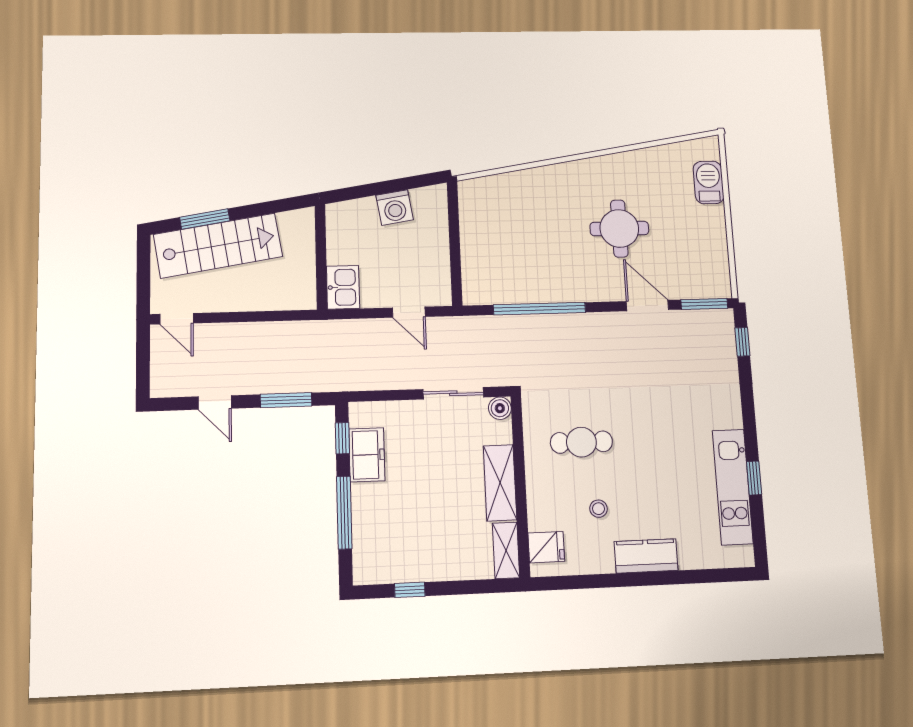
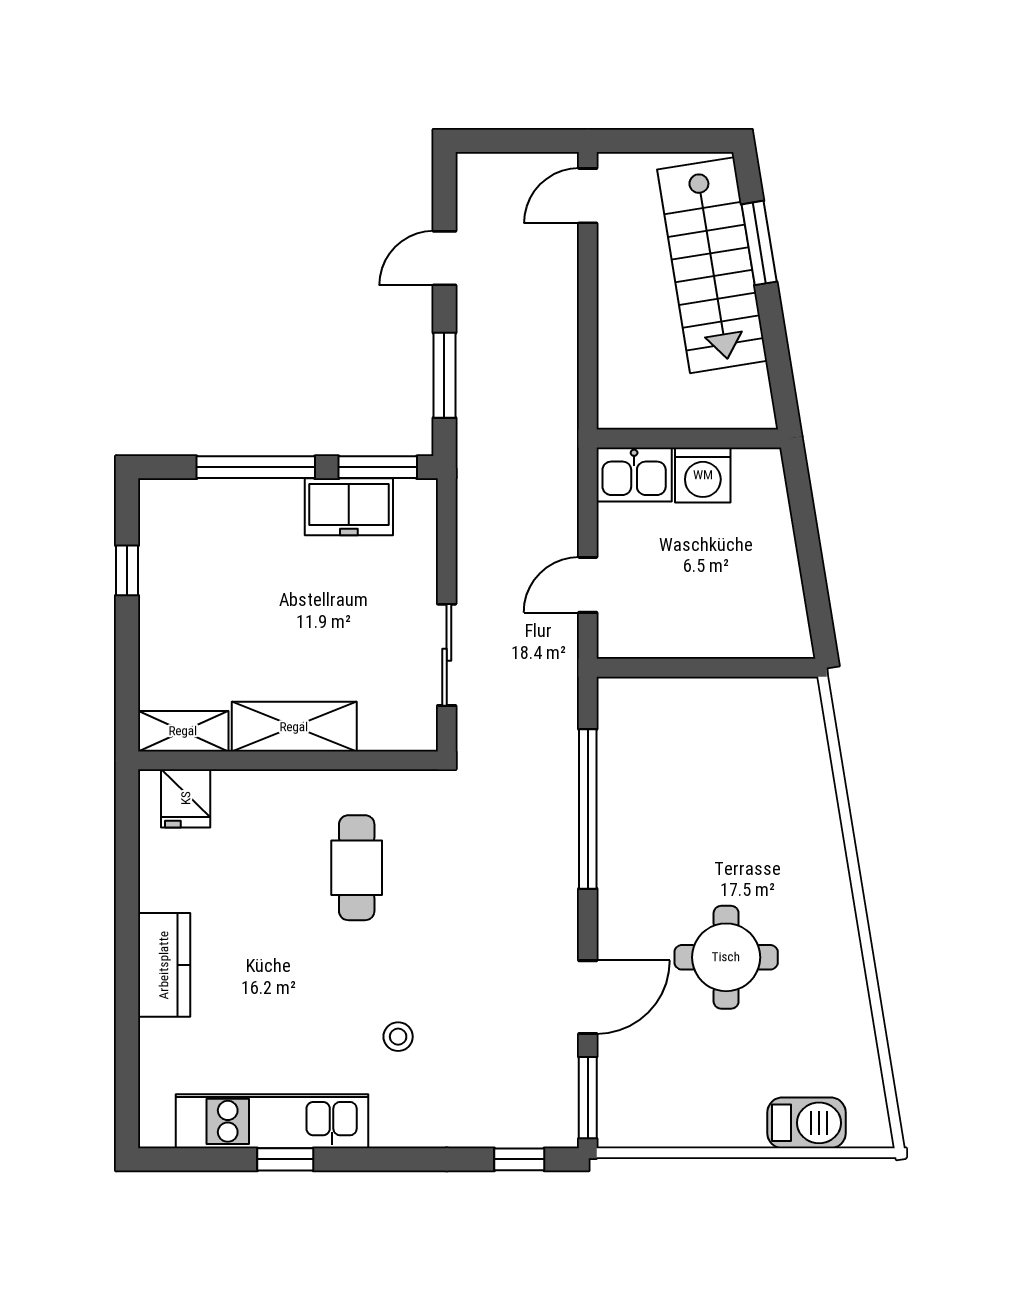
washing machine: (395, 208) -> (703, 475), moved, turned -81
boiler: (500, 408) -> (419, 732), removed
window: (342, 438) -> (378, 467), width x1.50
stool: (598, 509) -> (398, 1037), moved

